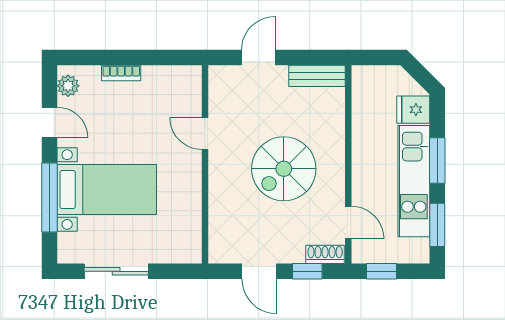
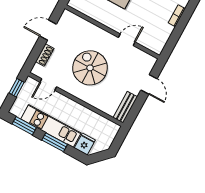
shoe rack: (325, 254) -> (45, 55), moved
window: (307, 271) -> (36, 53), removed

